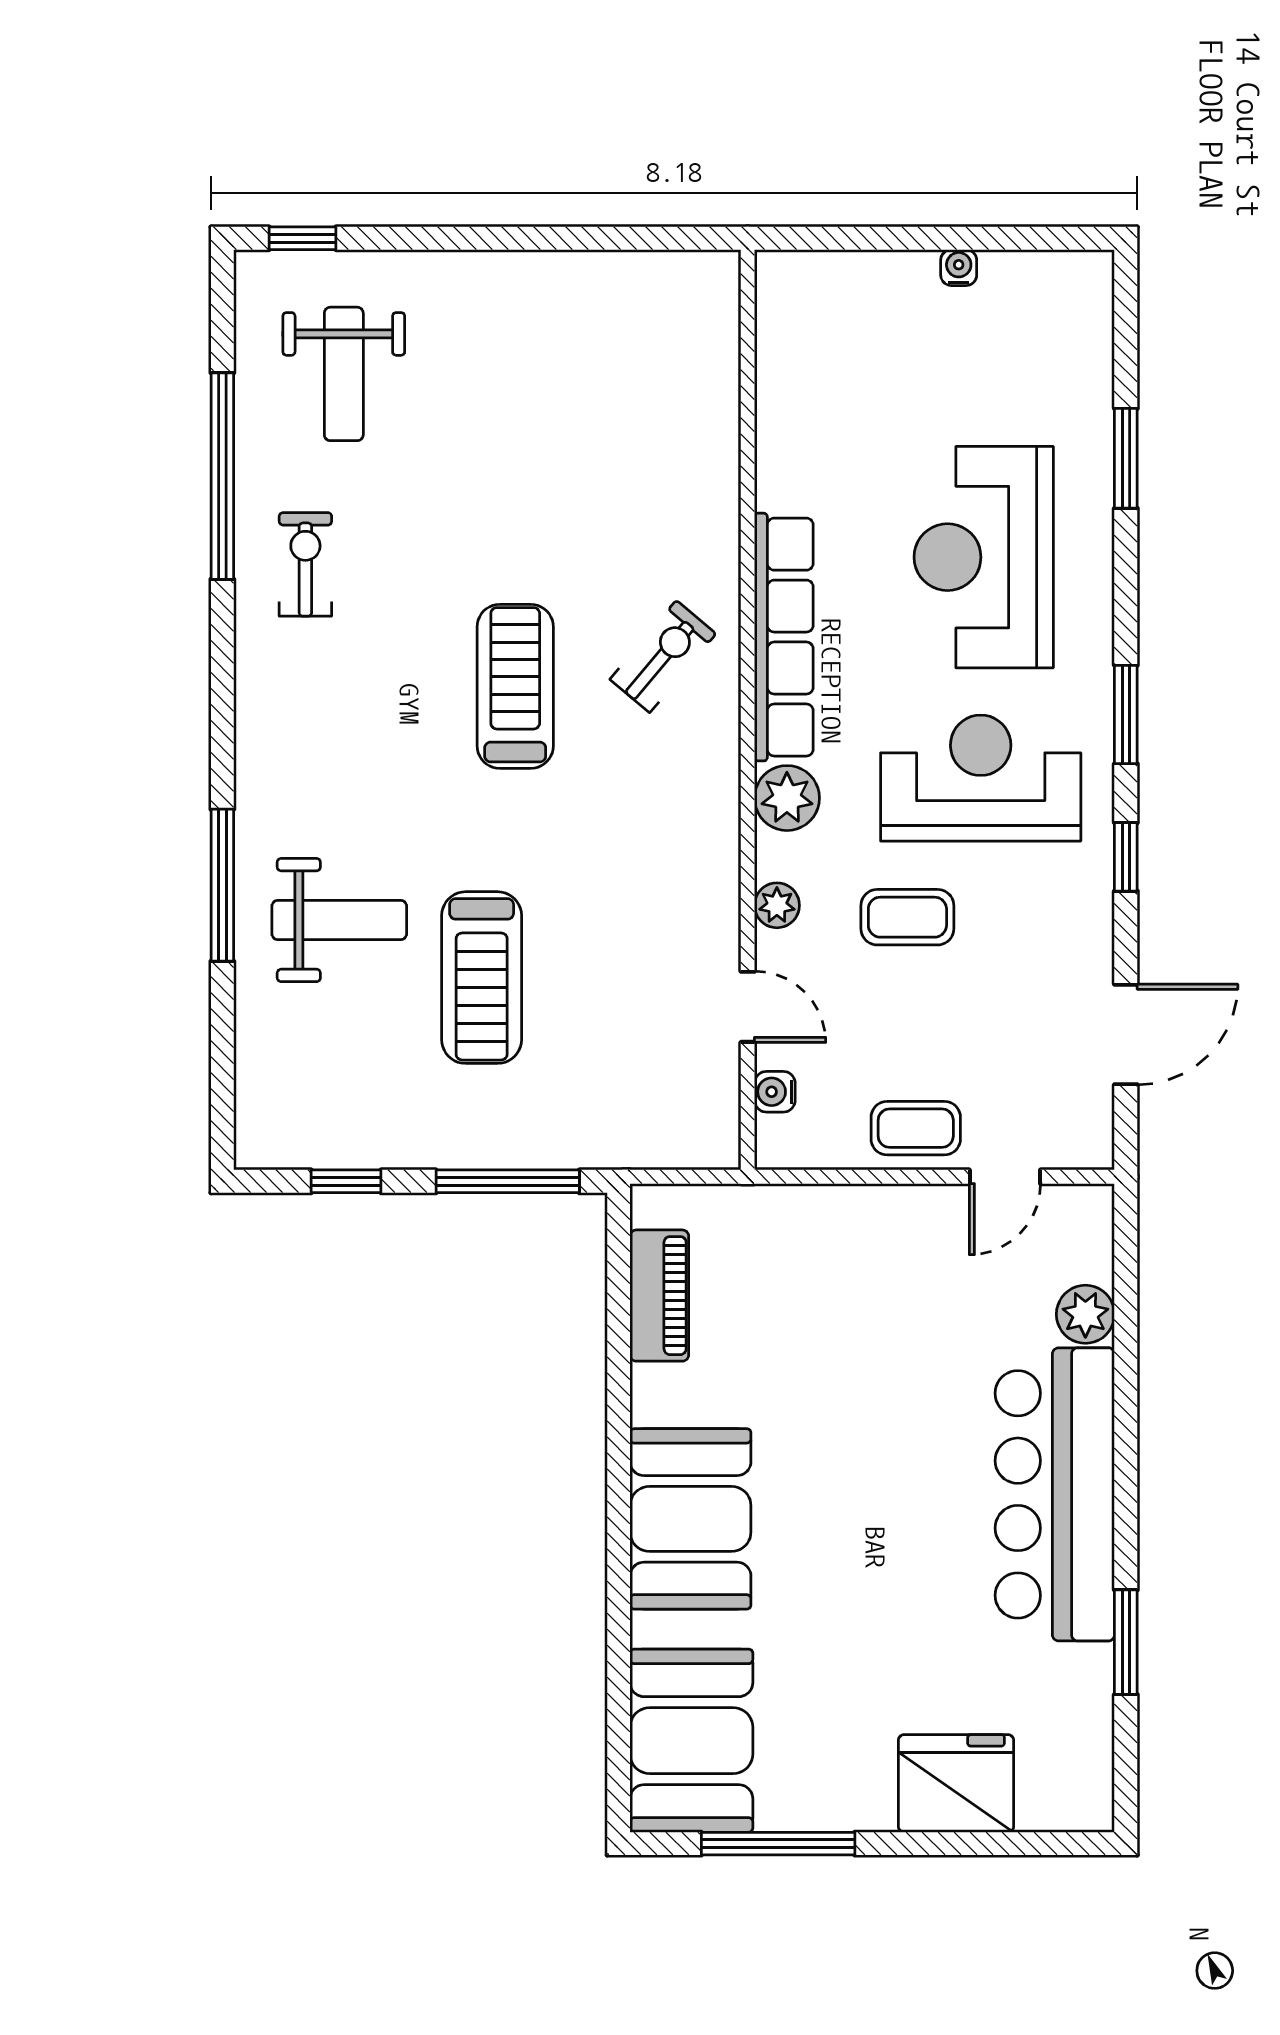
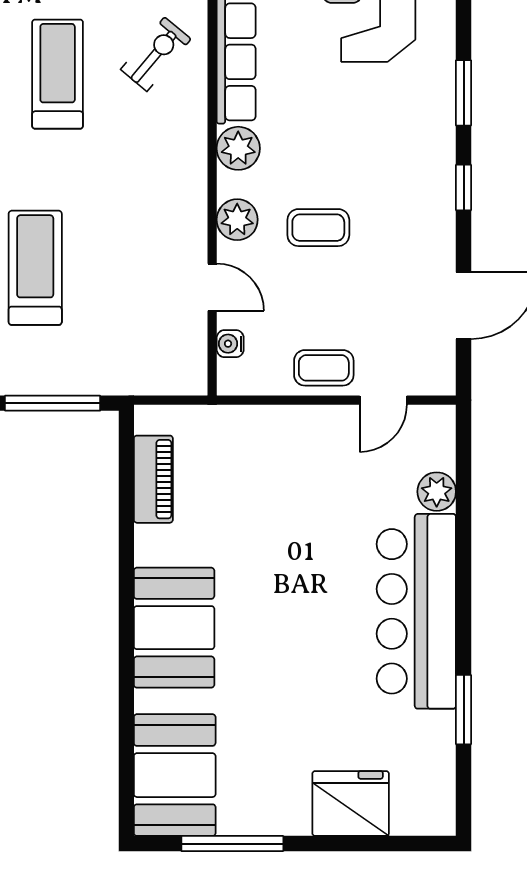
reception desk: (981, 778) -> (367, 135), removed
plant: (777, 905) -> (237, 220), width x1.38, depth x1.38
treadmill: (482, 978) -> (35, 268), turned 180

